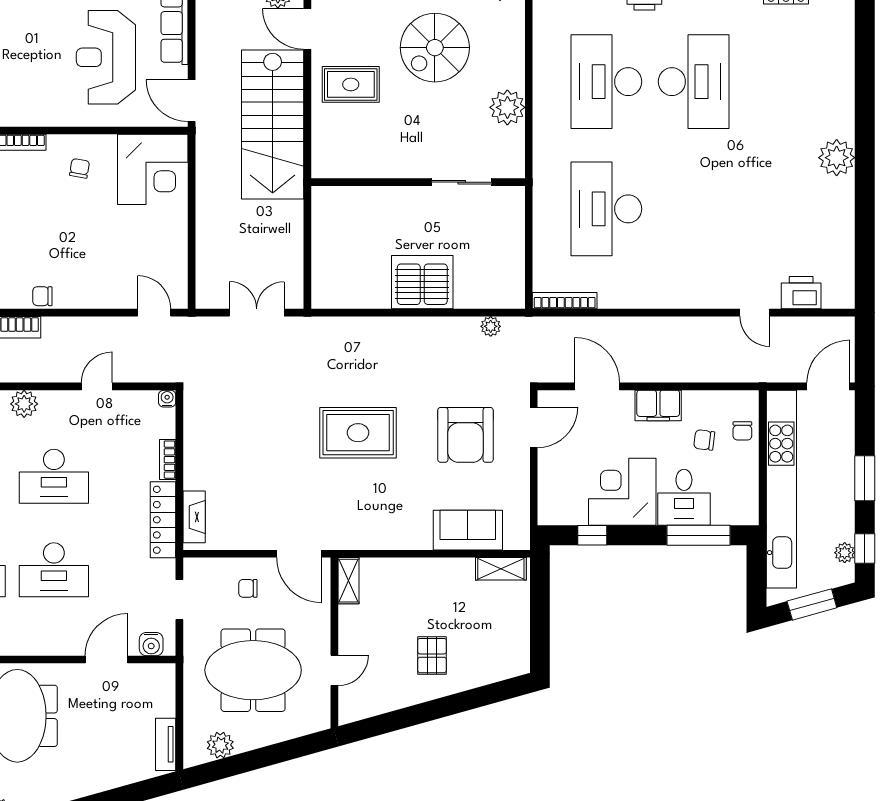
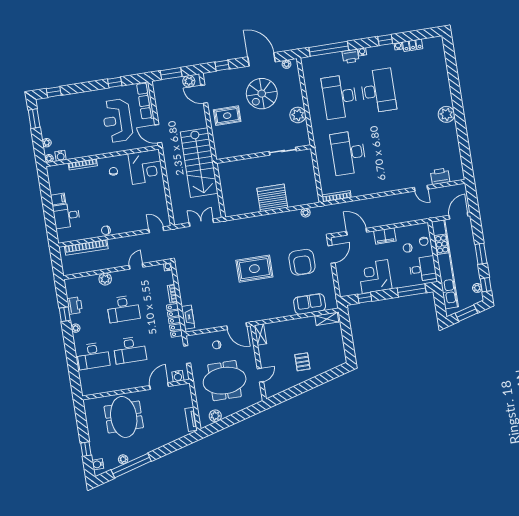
stairs: (273, 124) -> (199, 163), moved
desk: (684, 497) -> (423, 269), moved, turned -90

